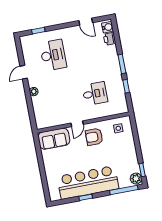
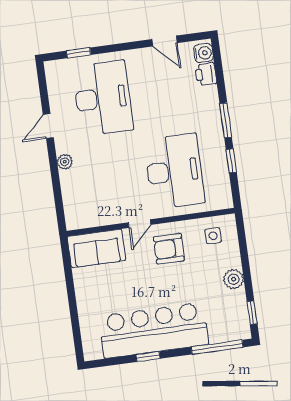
desk: (53, 55) -> (103, 98), width x1.36, depth x1.30
desk: (95, 94) -> (174, 171), width x1.87, depth x1.30
plant: (136, 179) -> (234, 279), moved

